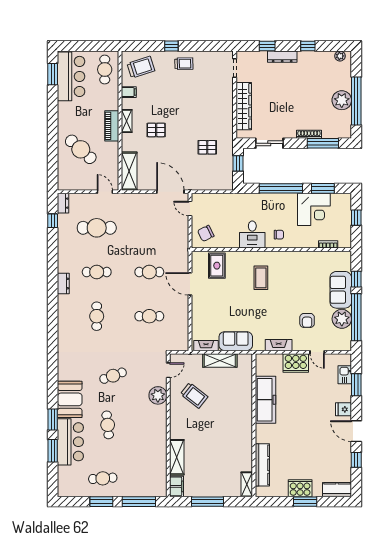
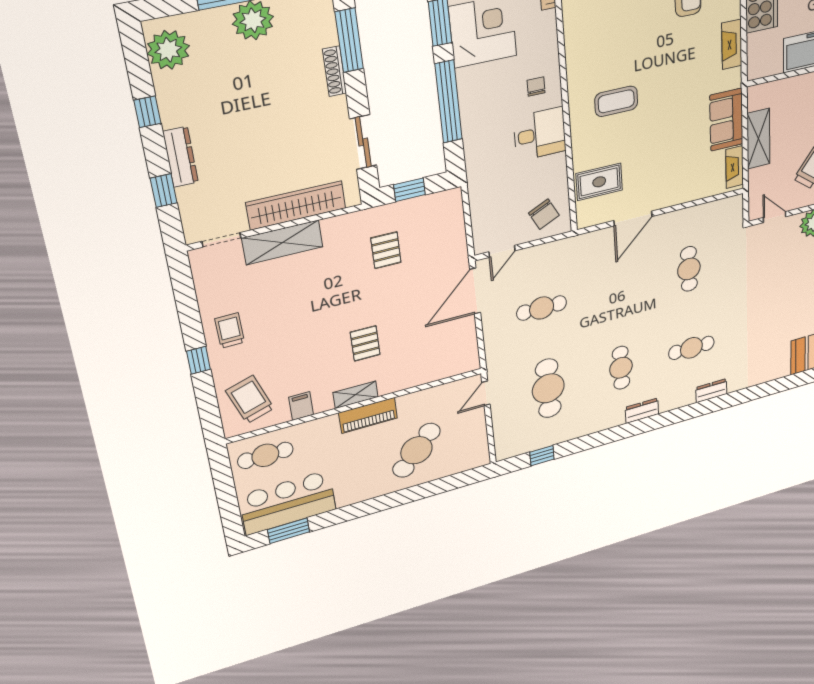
plant: (340, 56) -> (168, 50), width x1.87, depth x1.87
shelving: (129, 171) -> (282, 242), moved
dresser: (63, 203) -> (711, 391), moved
cafe table: (149, 272) -> (542, 308), moved, turned 90
cafe table: (113, 376) -> (783, 298), removed

